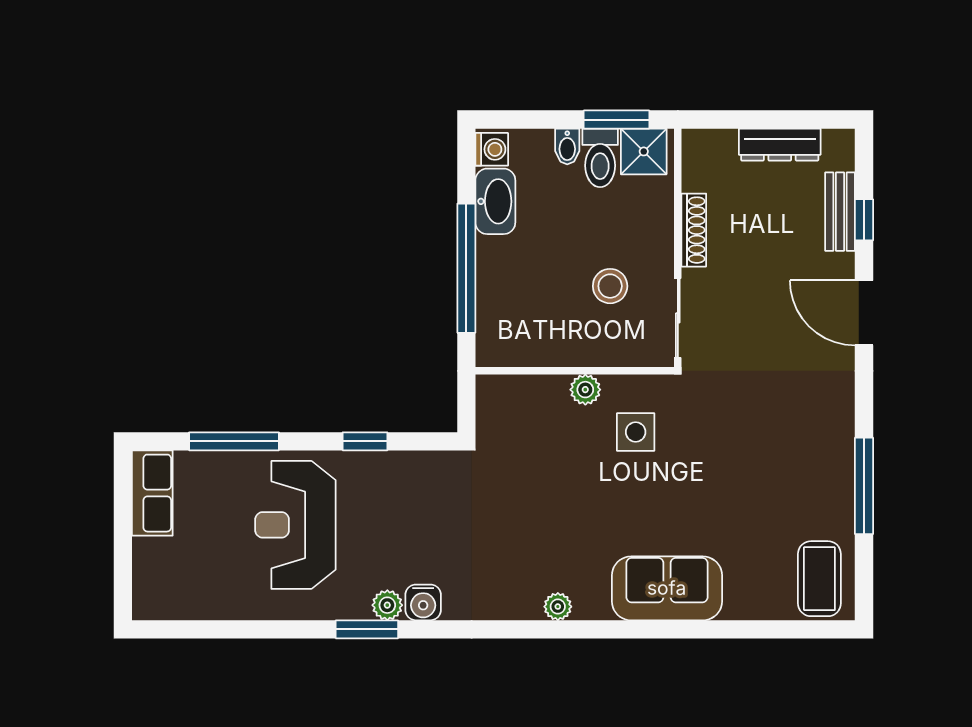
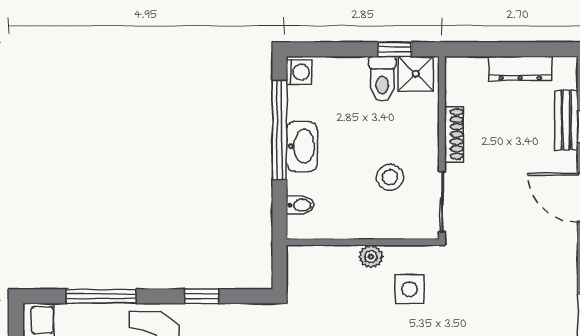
window: (616, 120) -> (395, 49), width x0.67
bidet: (567, 146) -> (300, 205), moved, turned -90
washbasin: (495, 201) -> (302, 146), moved
window: (466, 268) -> (280, 130), moved

